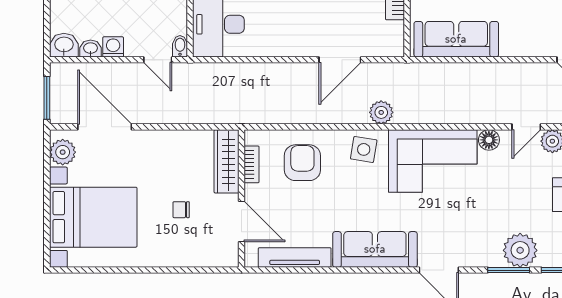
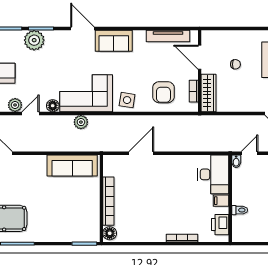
door: (158, 60) -> (249, 153), hinge flipped
plant: (381, 112) -> (81, 122), moved
sofa: (375, 249) -> (114, 41), width x0.73

